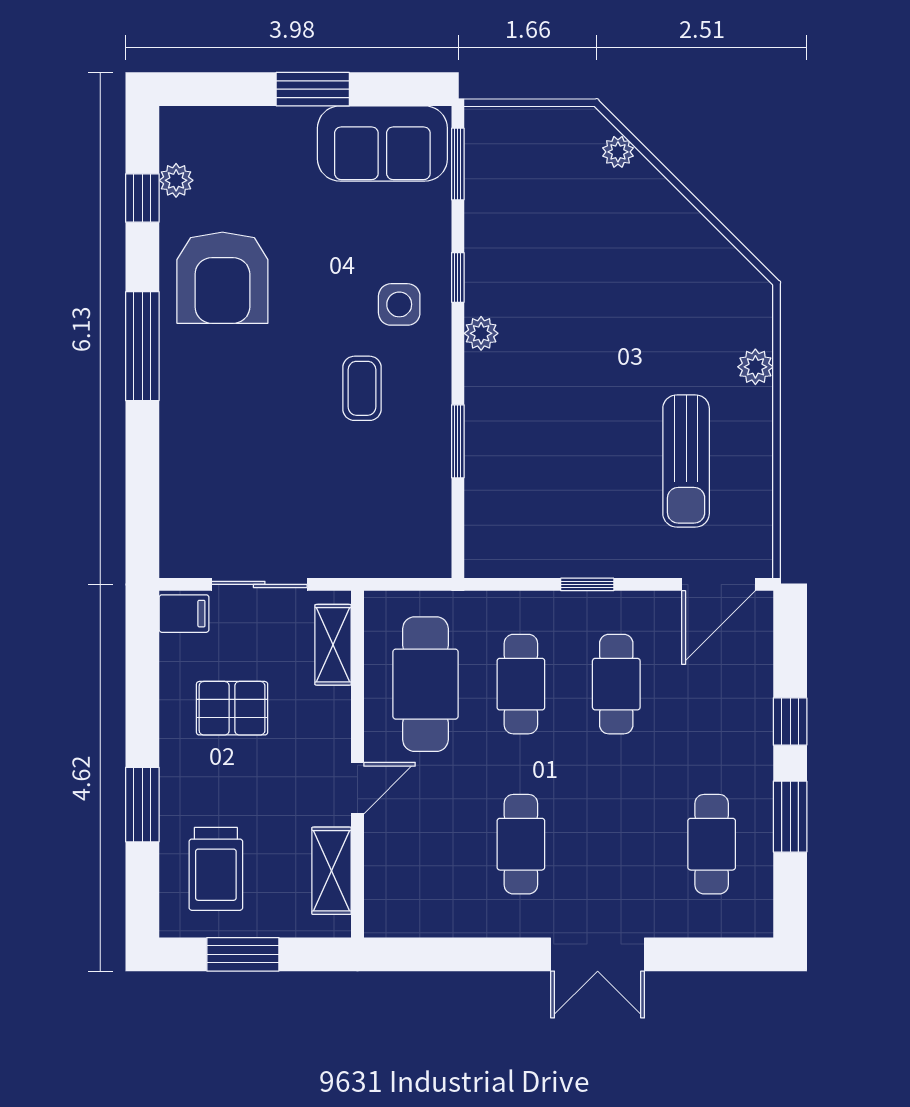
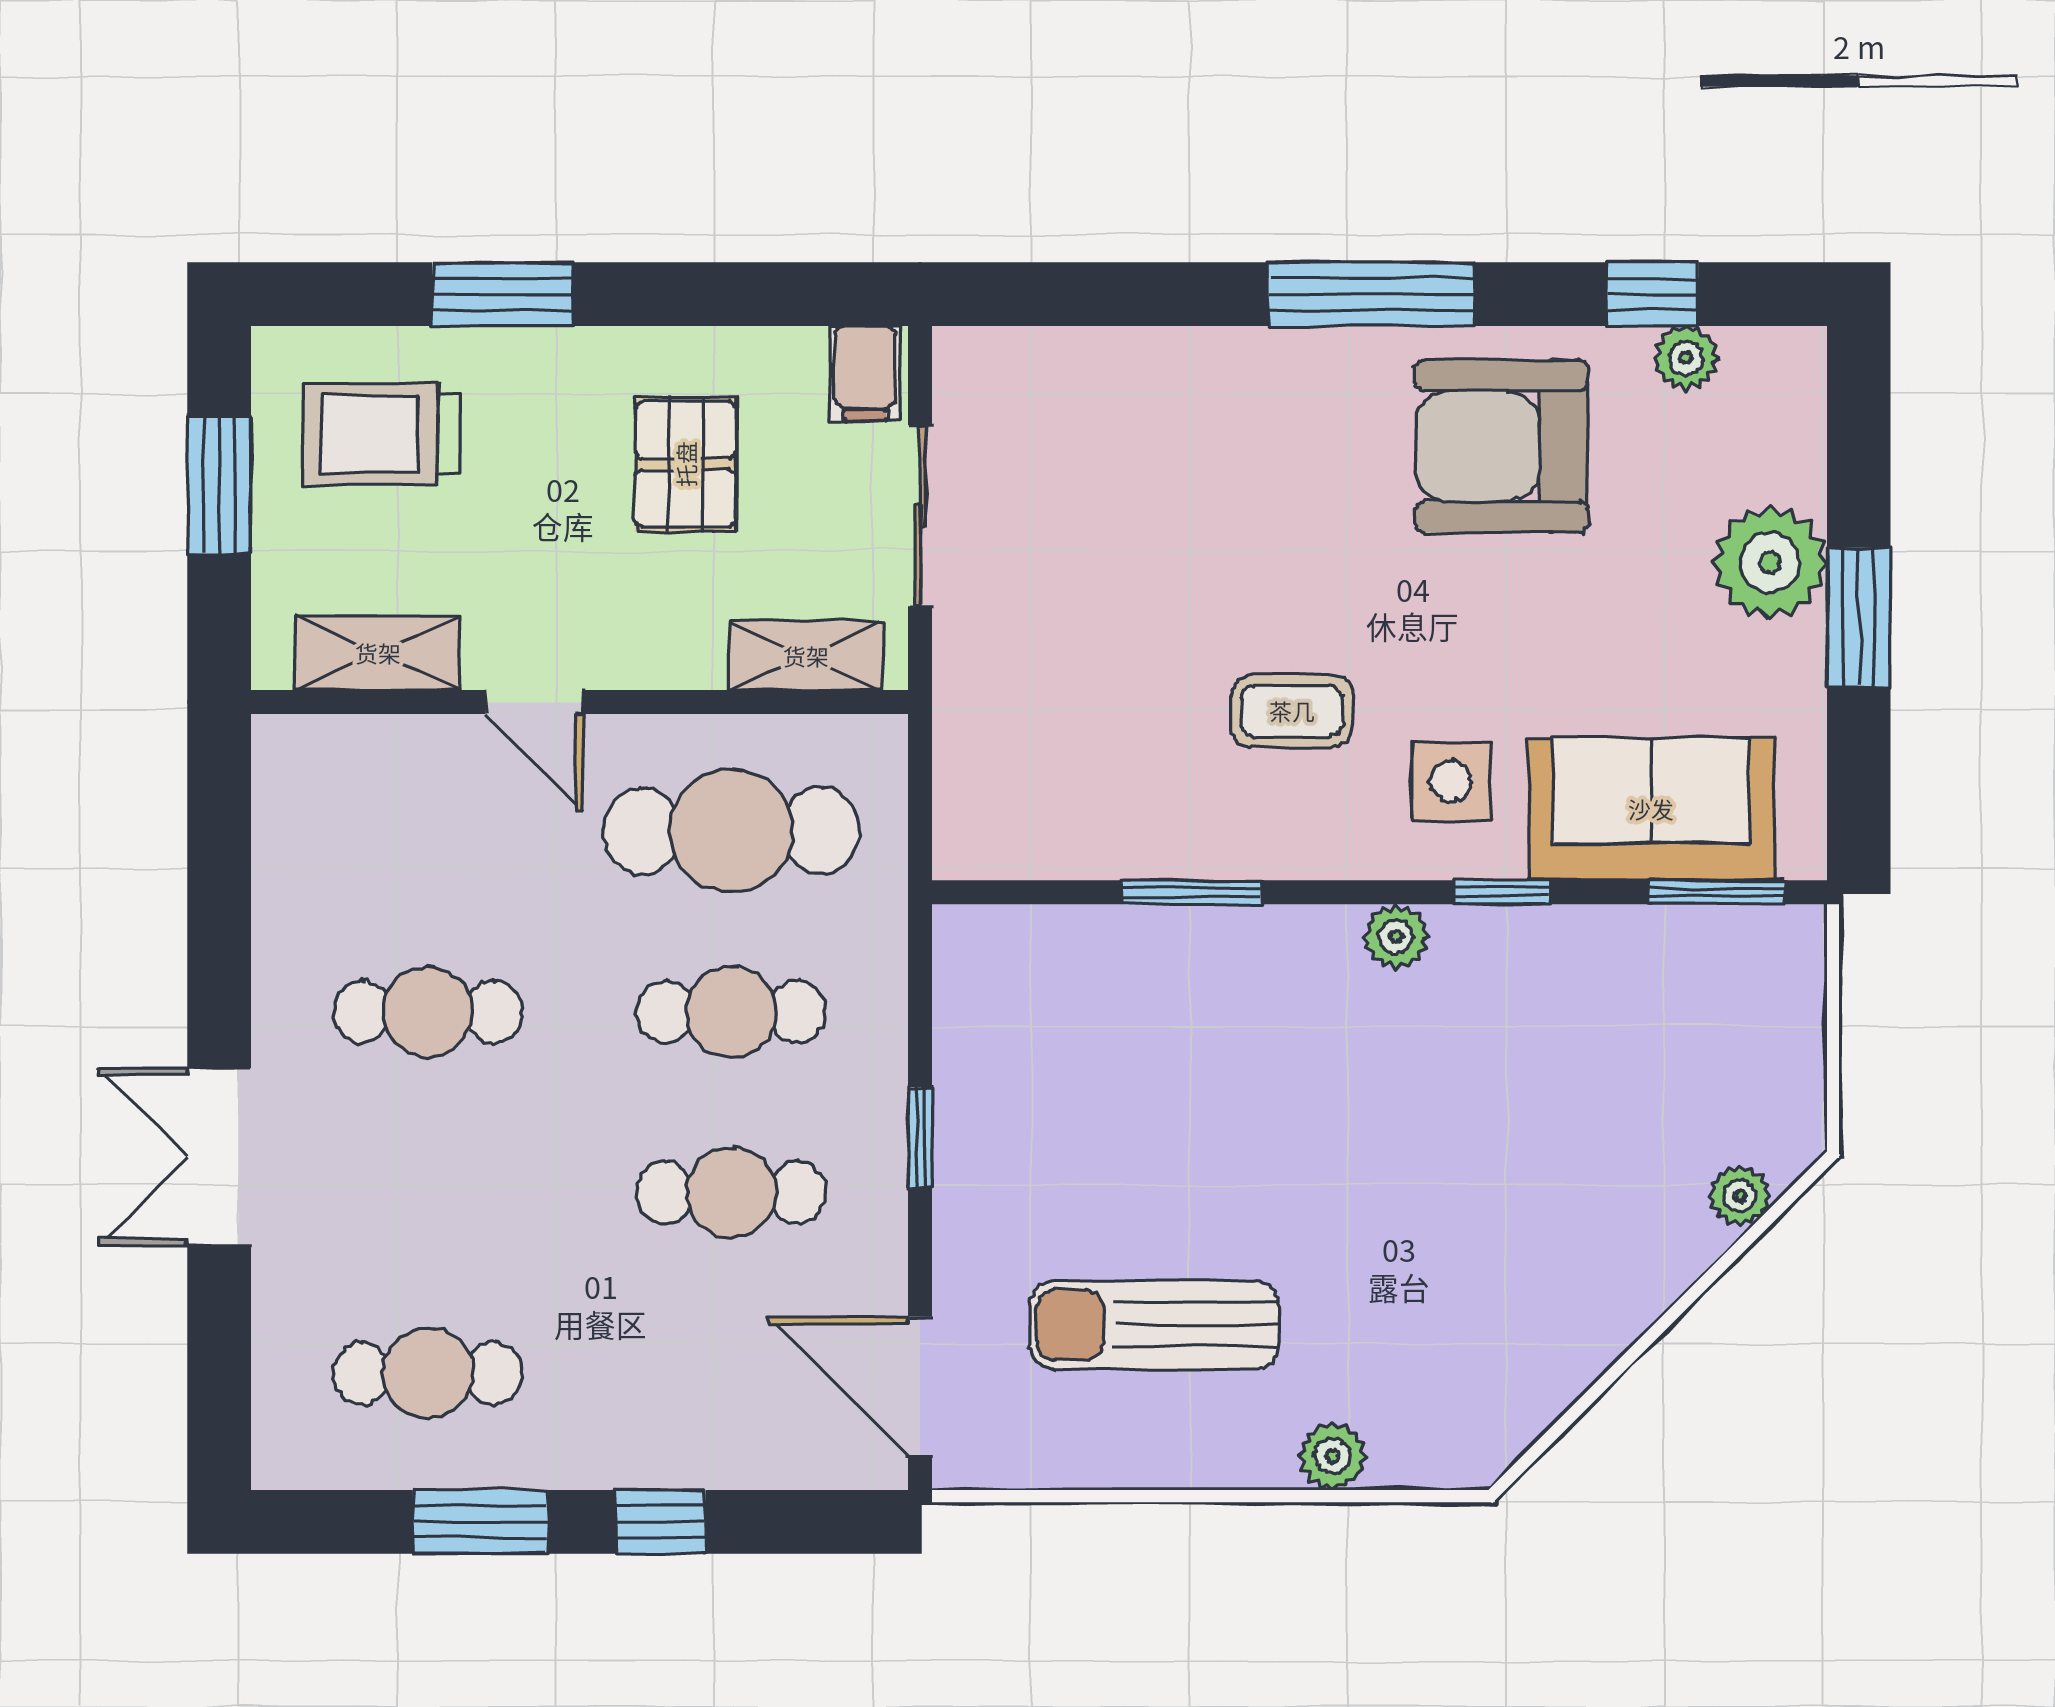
plant: (284, 136) -> (1770, 562), added
sofa: (382, 144) -> (1651, 809), moved, turned 90

